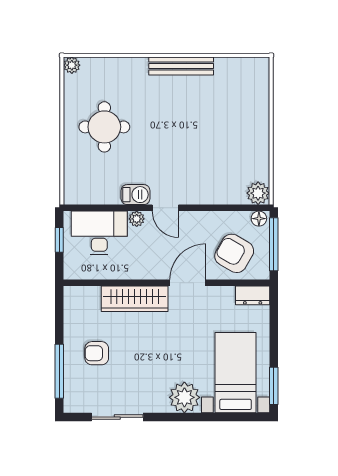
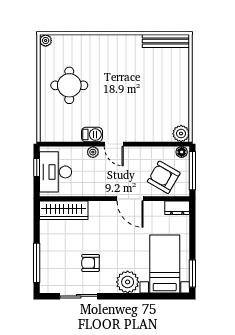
bench: (181, 66) -> (166, 41), moved
desk: (99, 233) -> (56, 172), moved, turned -90
door: (188, 283) -> (130, 199), swing flipped
wardrobe: (135, 299) -> (64, 210), moved
armchair: (97, 353) -> (91, 263), moved

